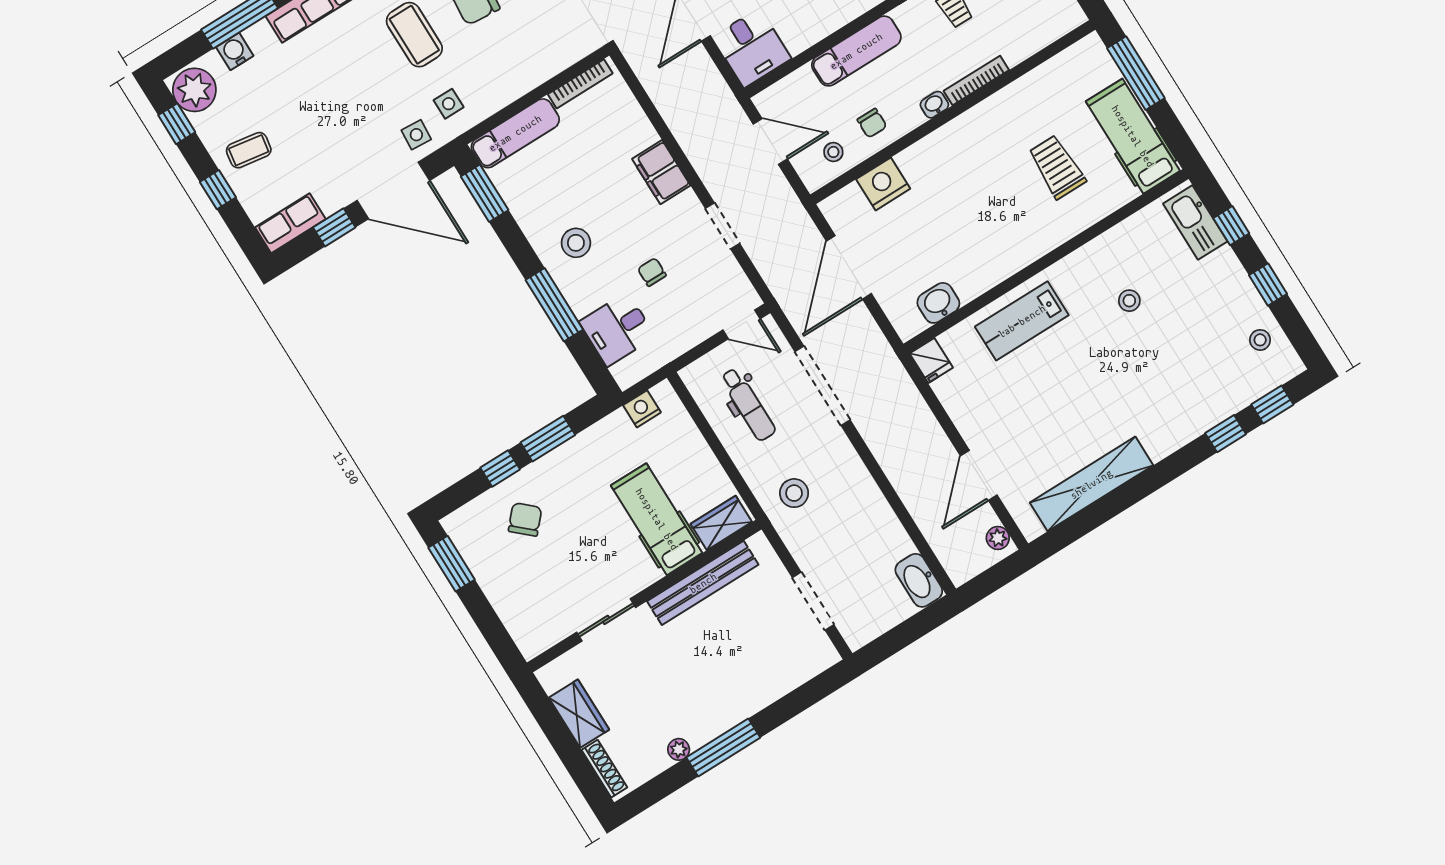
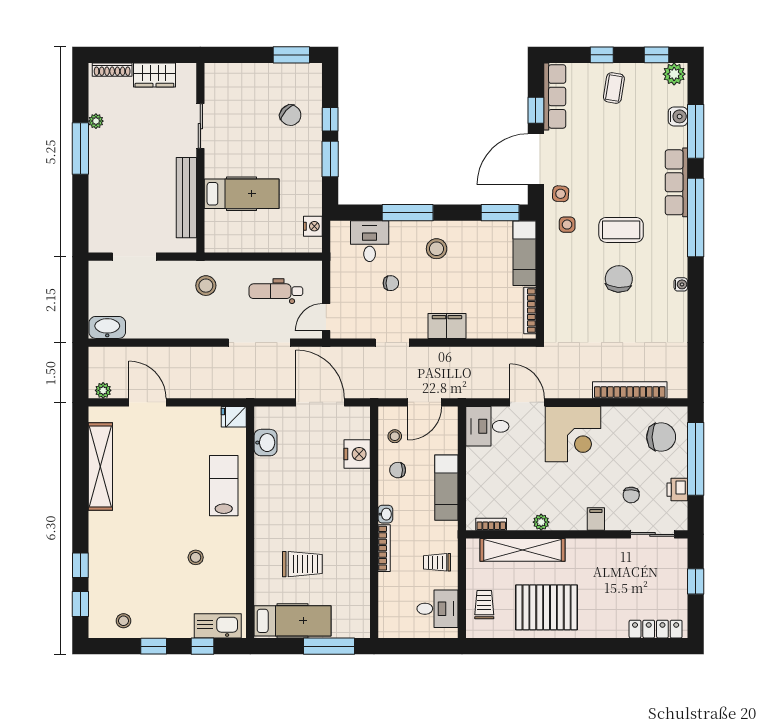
plant: (194, 90) -> (674, 74), width x0.73, depth x0.73
row of seats: (290, 223) -> (555, 96), width x1.48
wardrobe: (721, 523) -> (215, 231), removed

